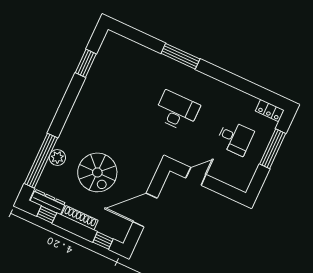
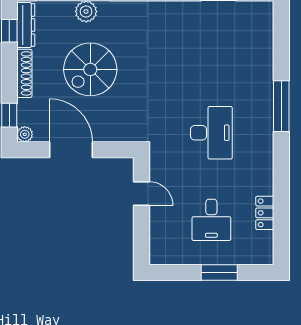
locker: (270, 111) -> (265, 213), moved
window: (273, 149) -> (219, 273), width x0.69
plant: (121, 236) -> (25, 134), added

